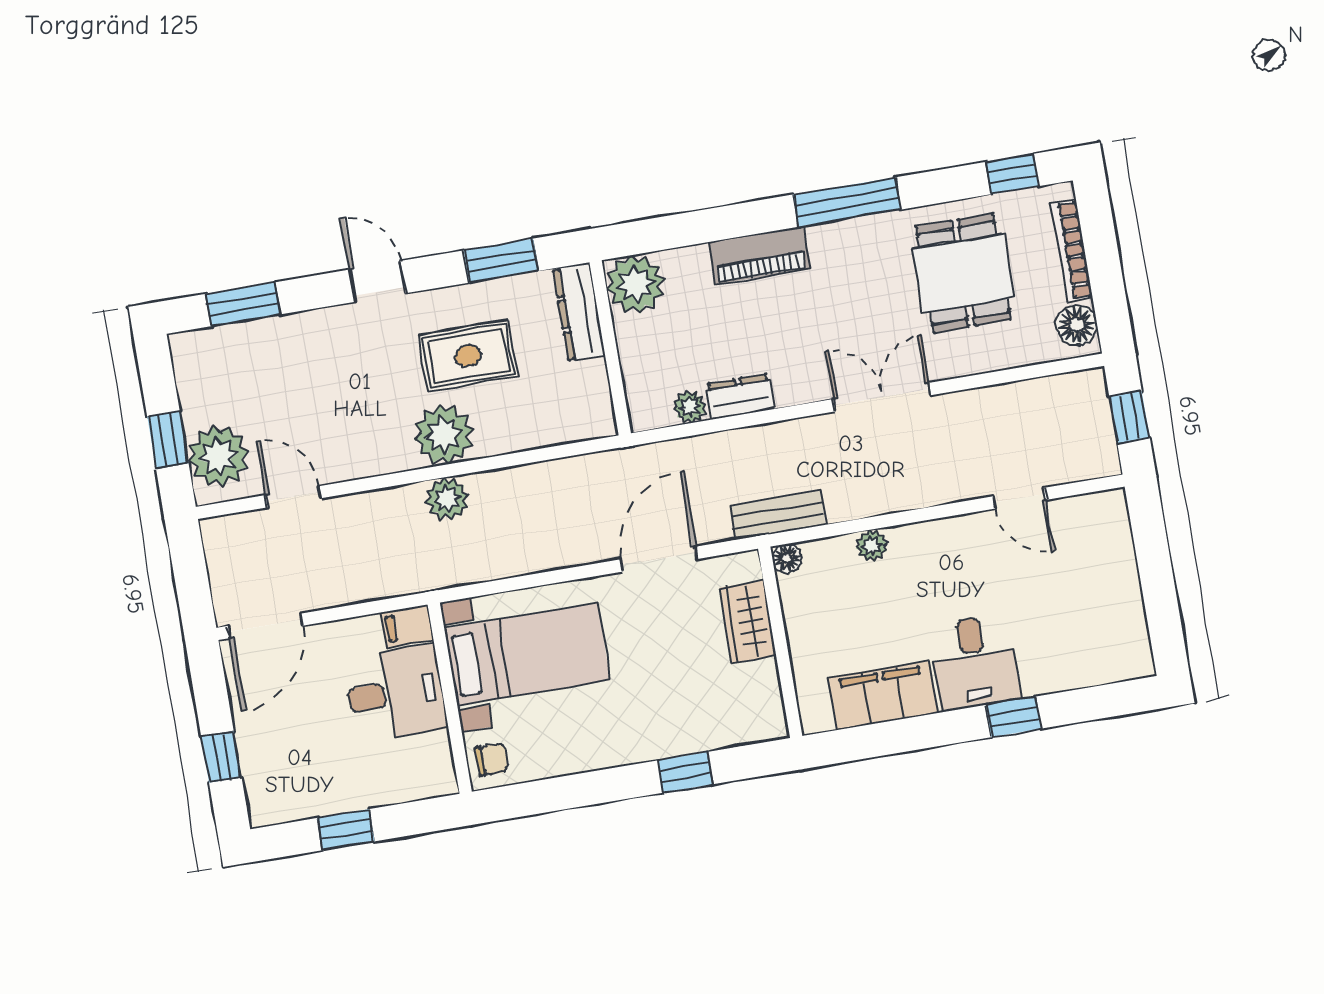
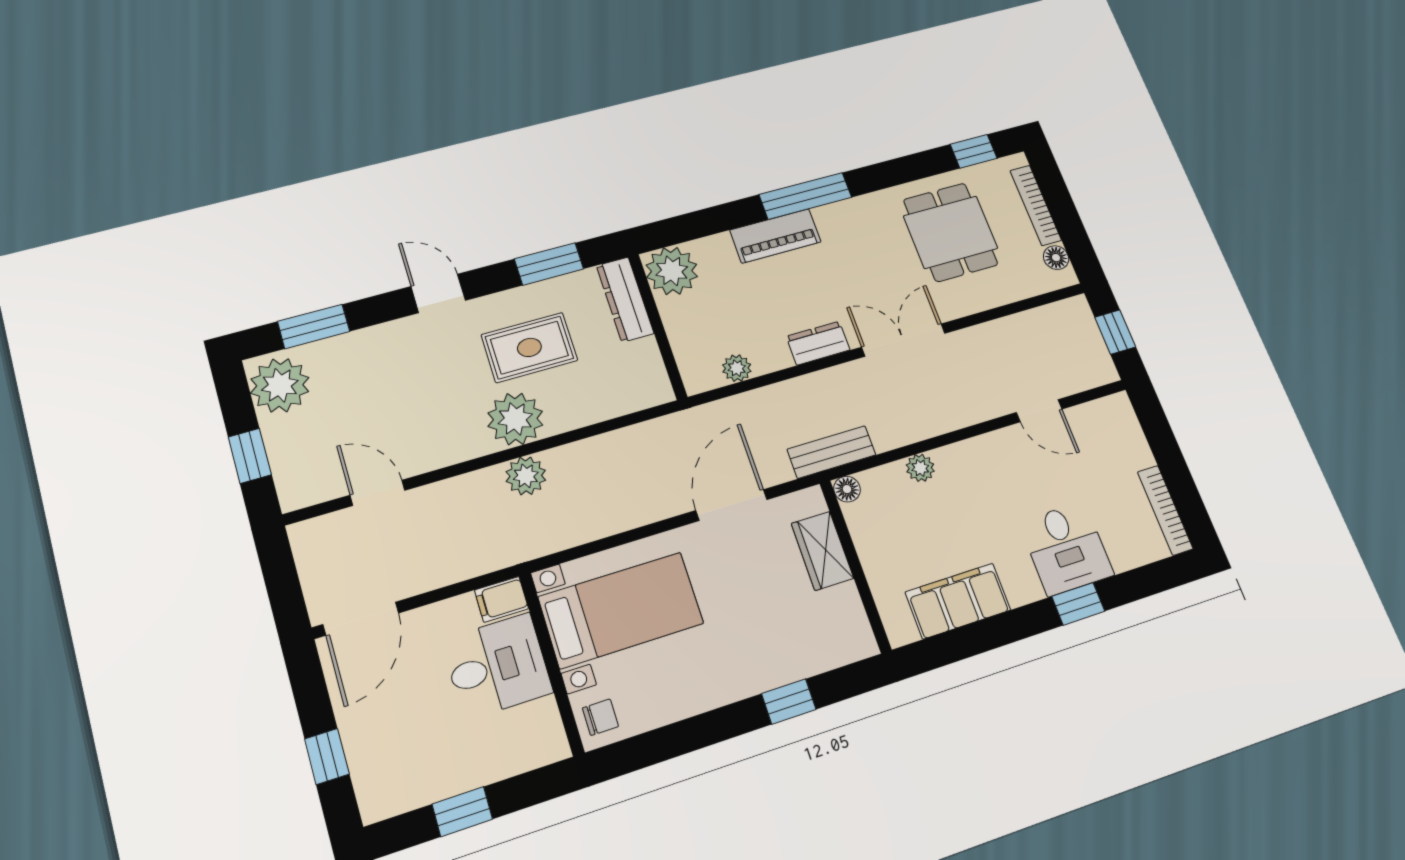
window: (847, 202) -> (805, 196), moved
floor lamp: (1077, 325) -> (1056, 258), width x0.73, depth x0.73
dresser: (740, 397) -> (818, 343), moved
plant: (218, 456) -> (280, 385), moved
bookcase: (1136, 629) -> (1165, 510), added
desk: (974, 663) -> (1066, 548), moved

